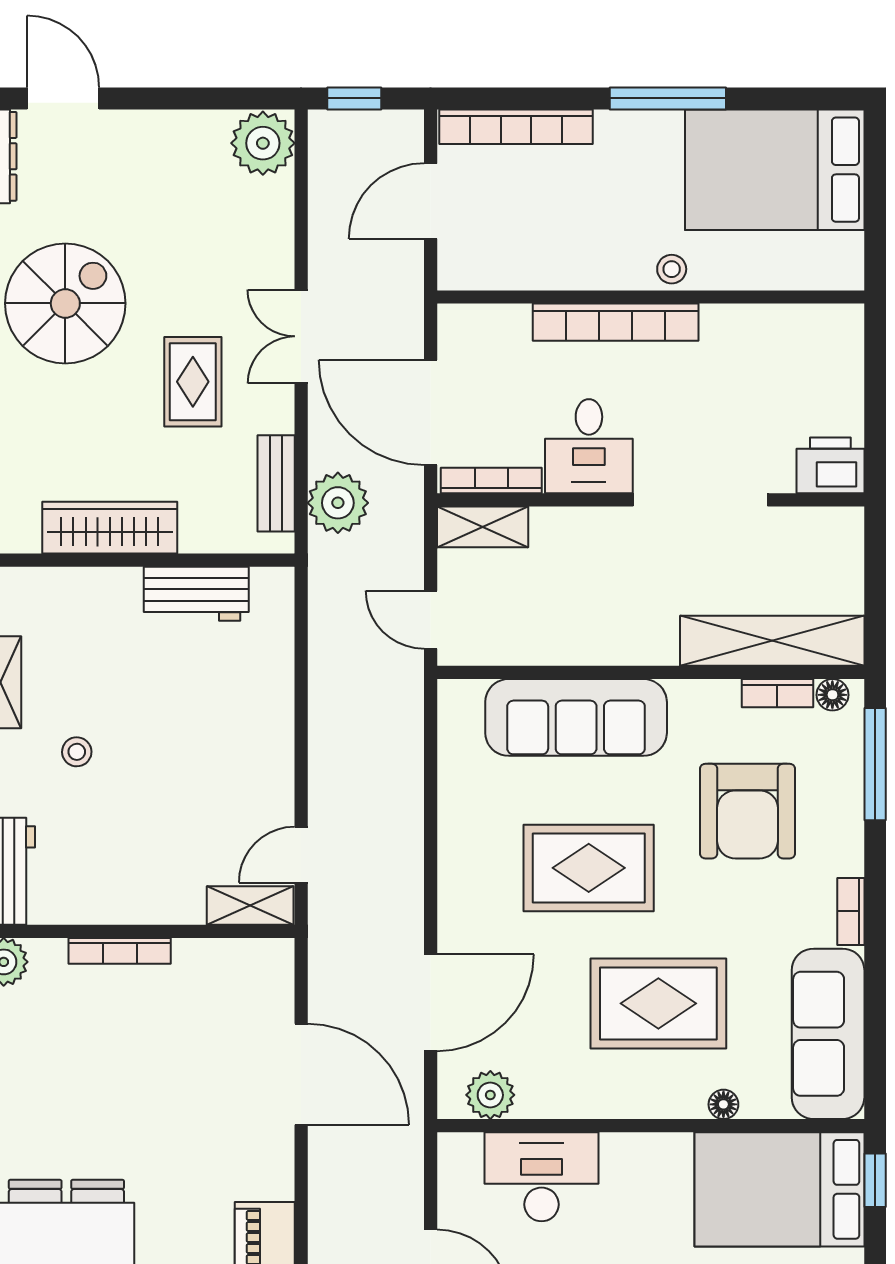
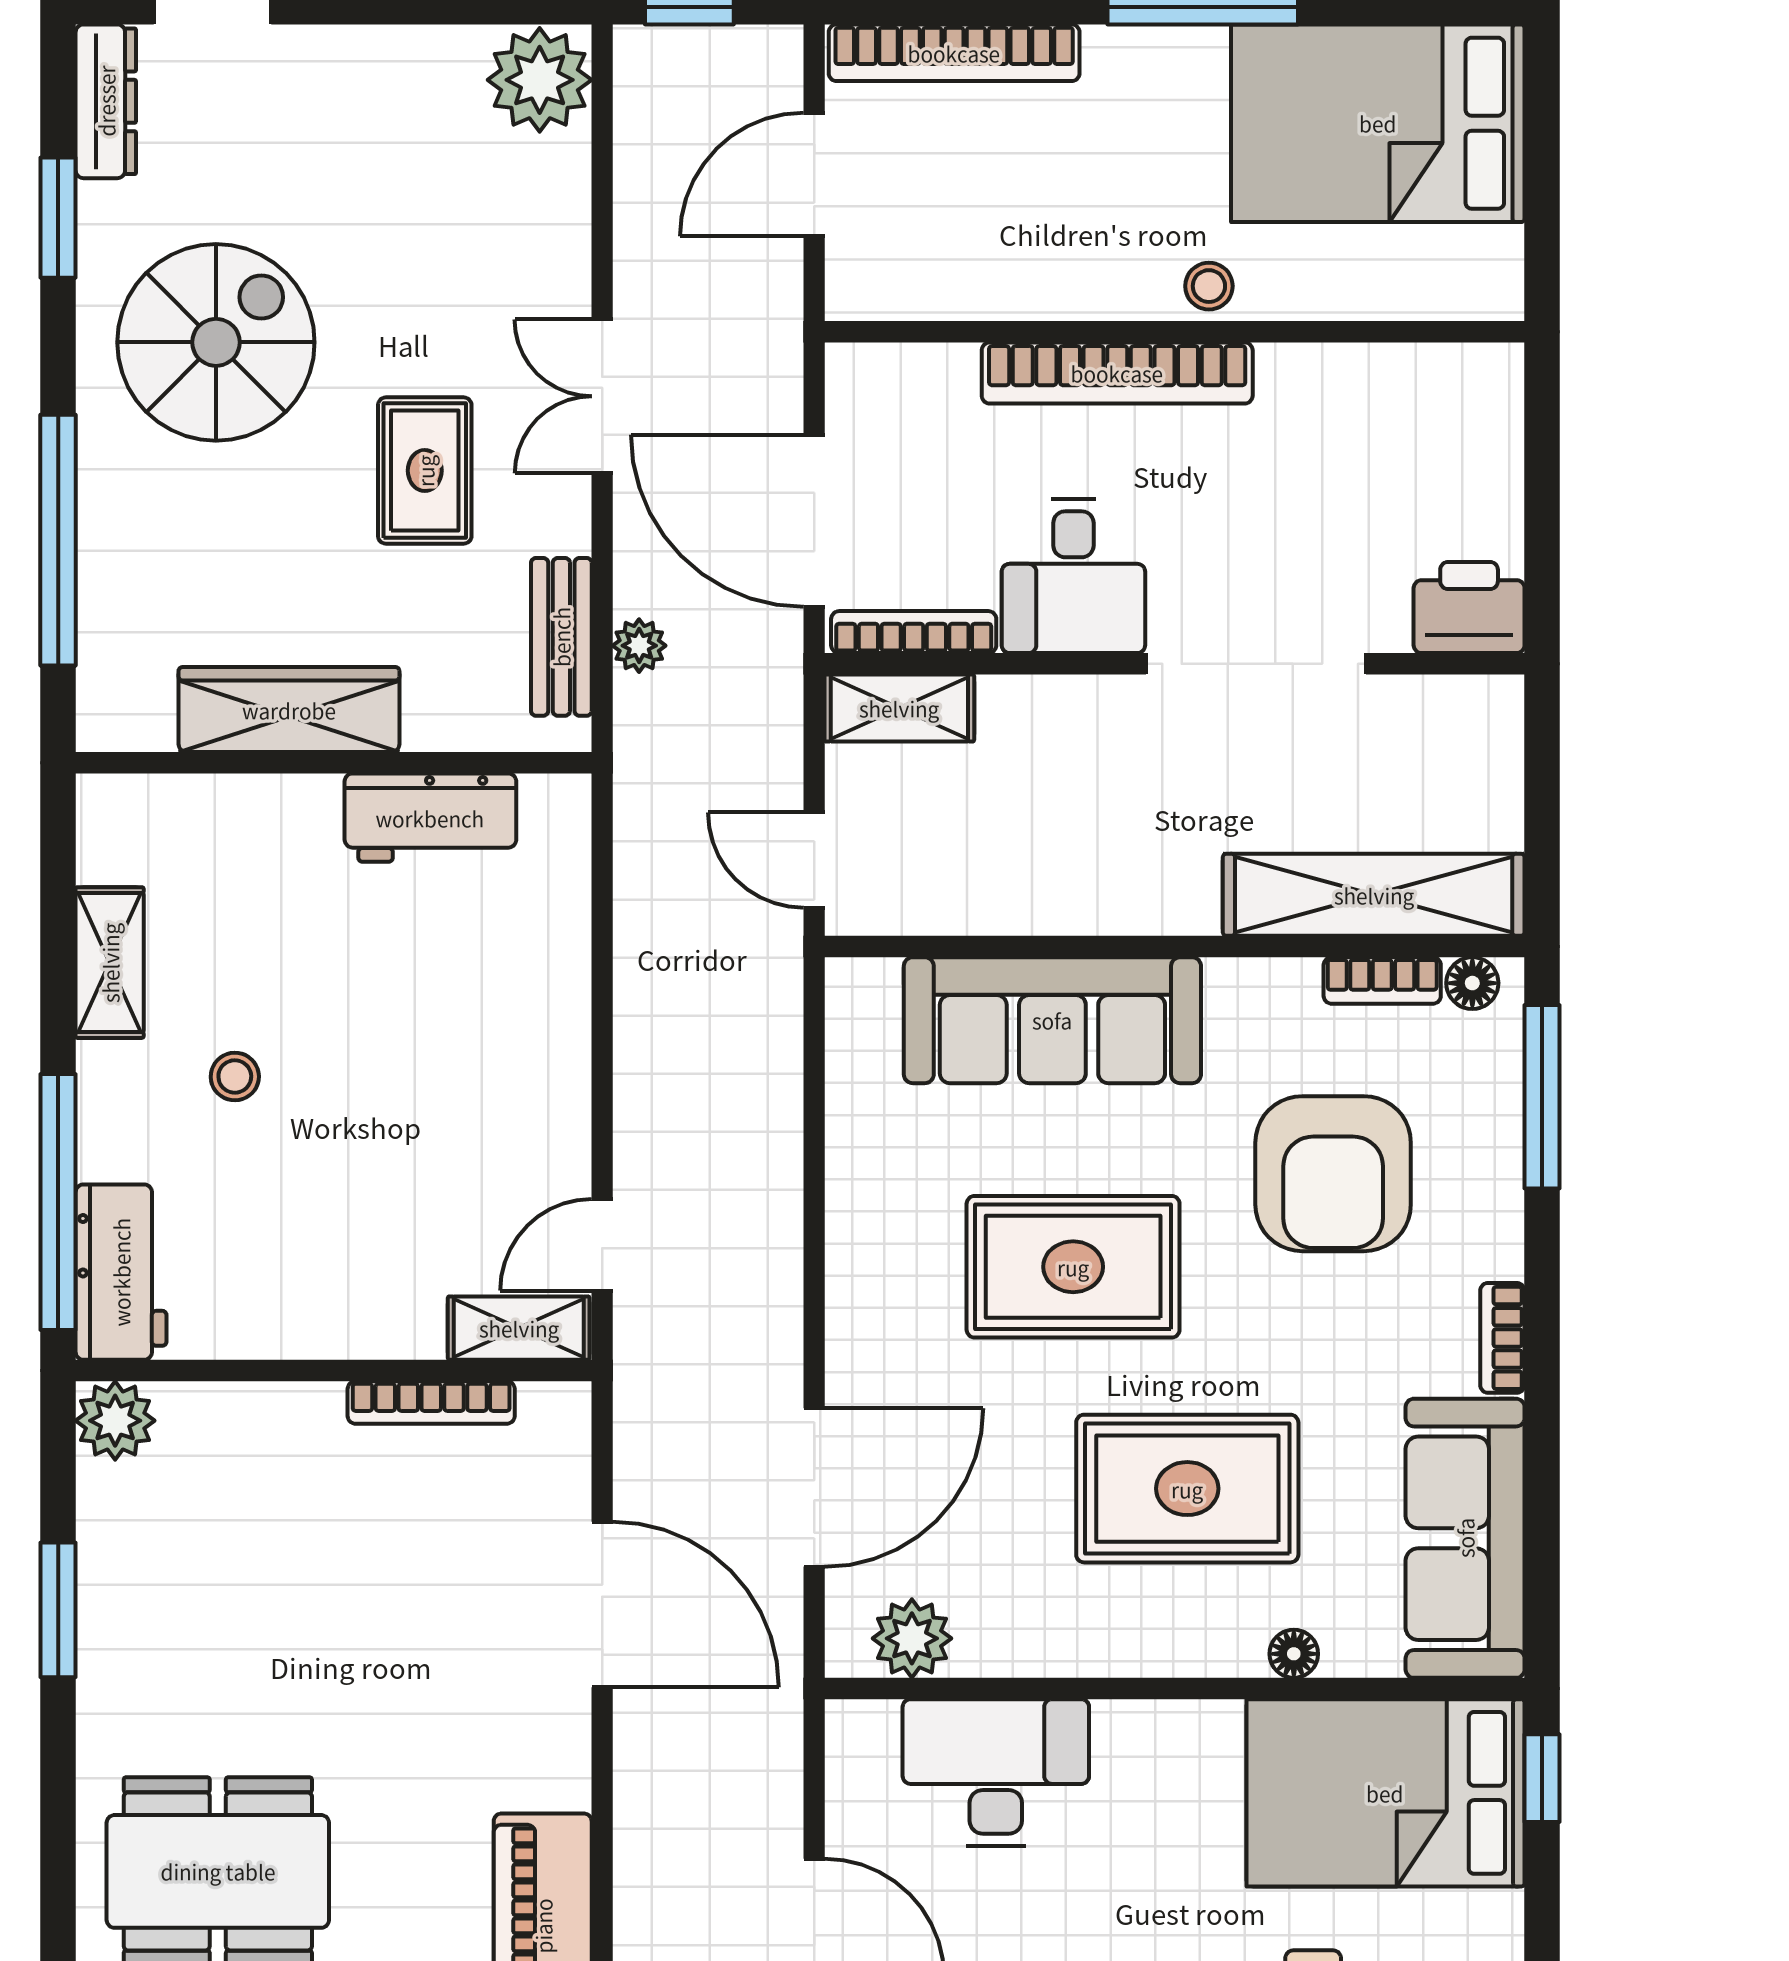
plant: (338, 503) -> (639, 646), width x0.53, depth x0.53
bookcase: (120, 951) -> (431, 1402), moved

